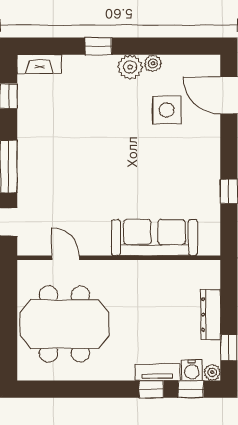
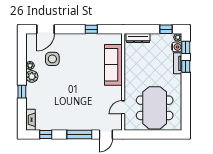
dresser: (211, 315) -> (138, 38), moved

